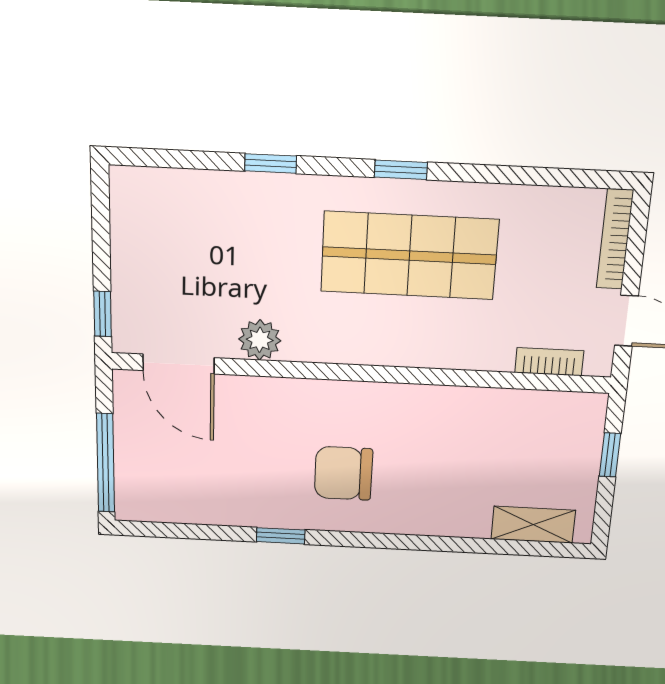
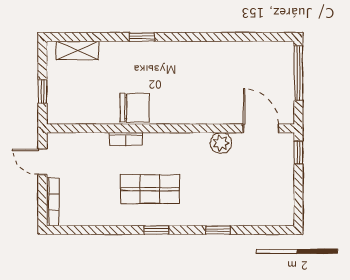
shop shelf: (409, 256) -> (150, 189), width x0.70, depth x0.74
bookcase: (549, 362) -> (126, 139), moved
chair: (343, 473) -> (134, 108), moved
window: (281, 536) -> (142, 37), moved

